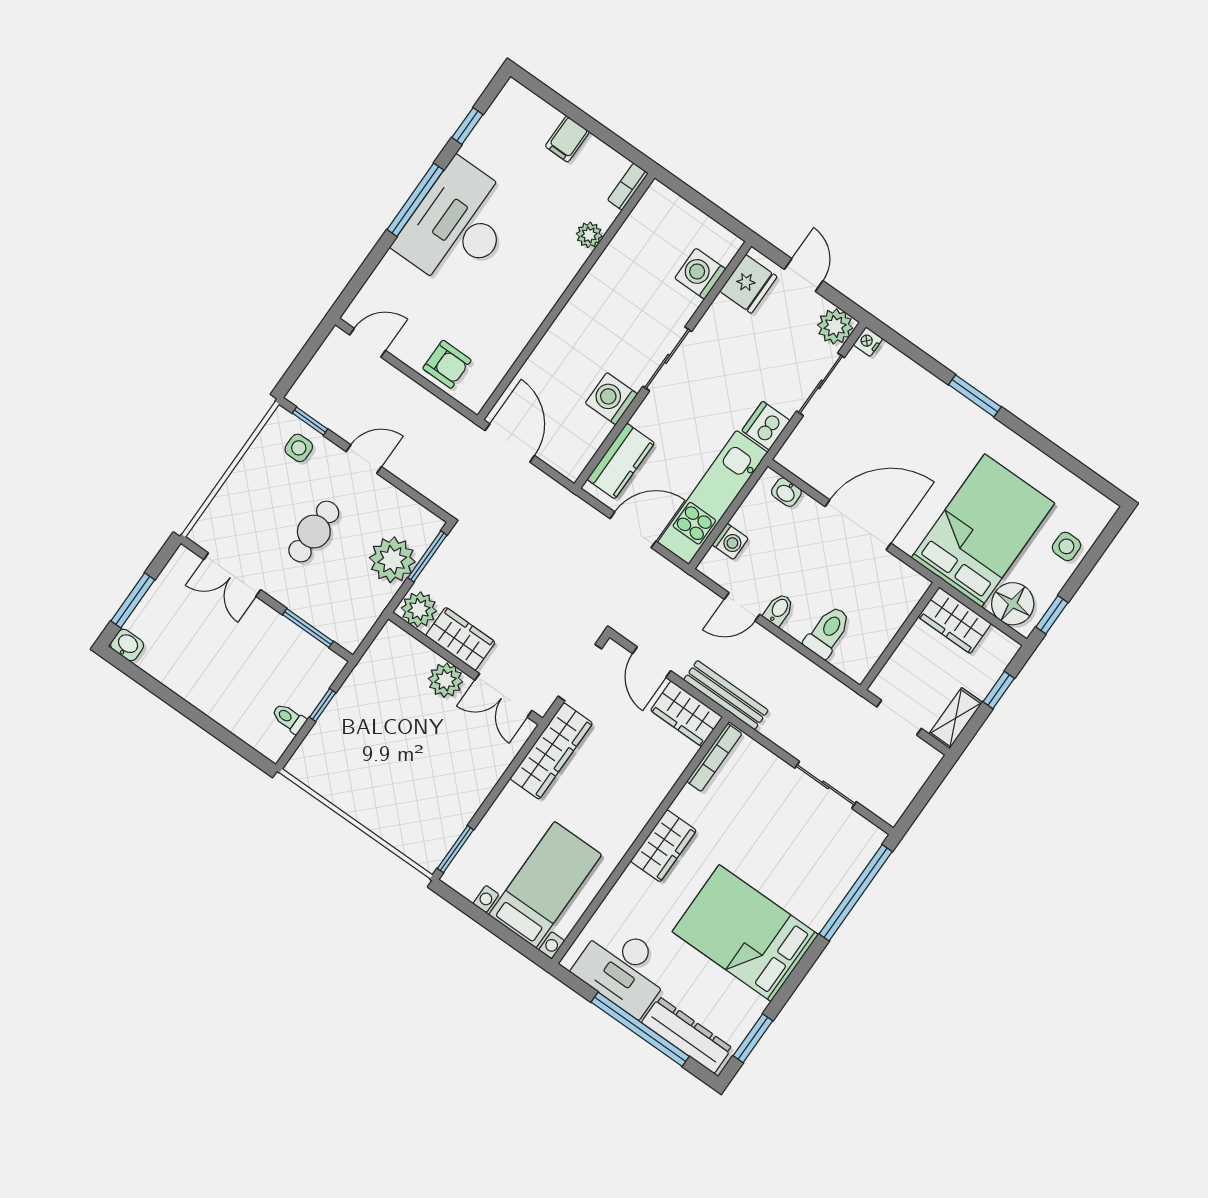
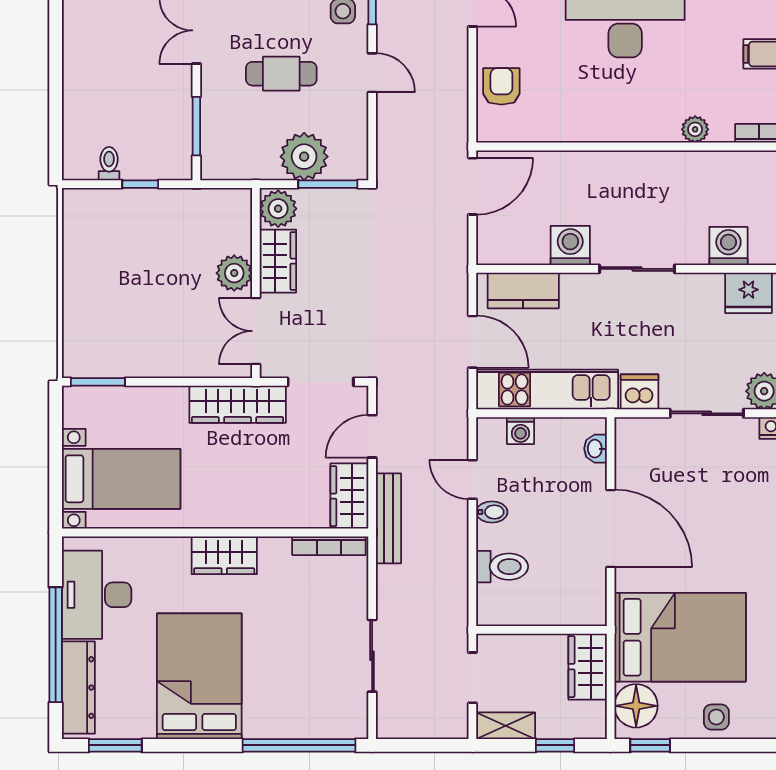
armchair: (447, 364) -> (501, 86), turned 180

